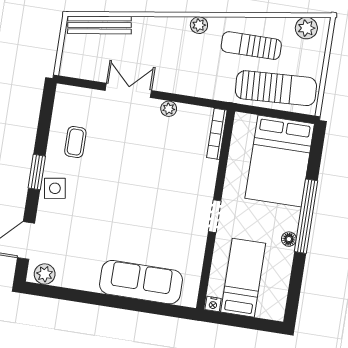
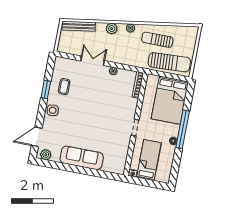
plant: (306, 28) -> (112, 29), moved
window: (37, 172) -> (46, 90), moved
sofa: (141, 282) -> (82, 158), moved

